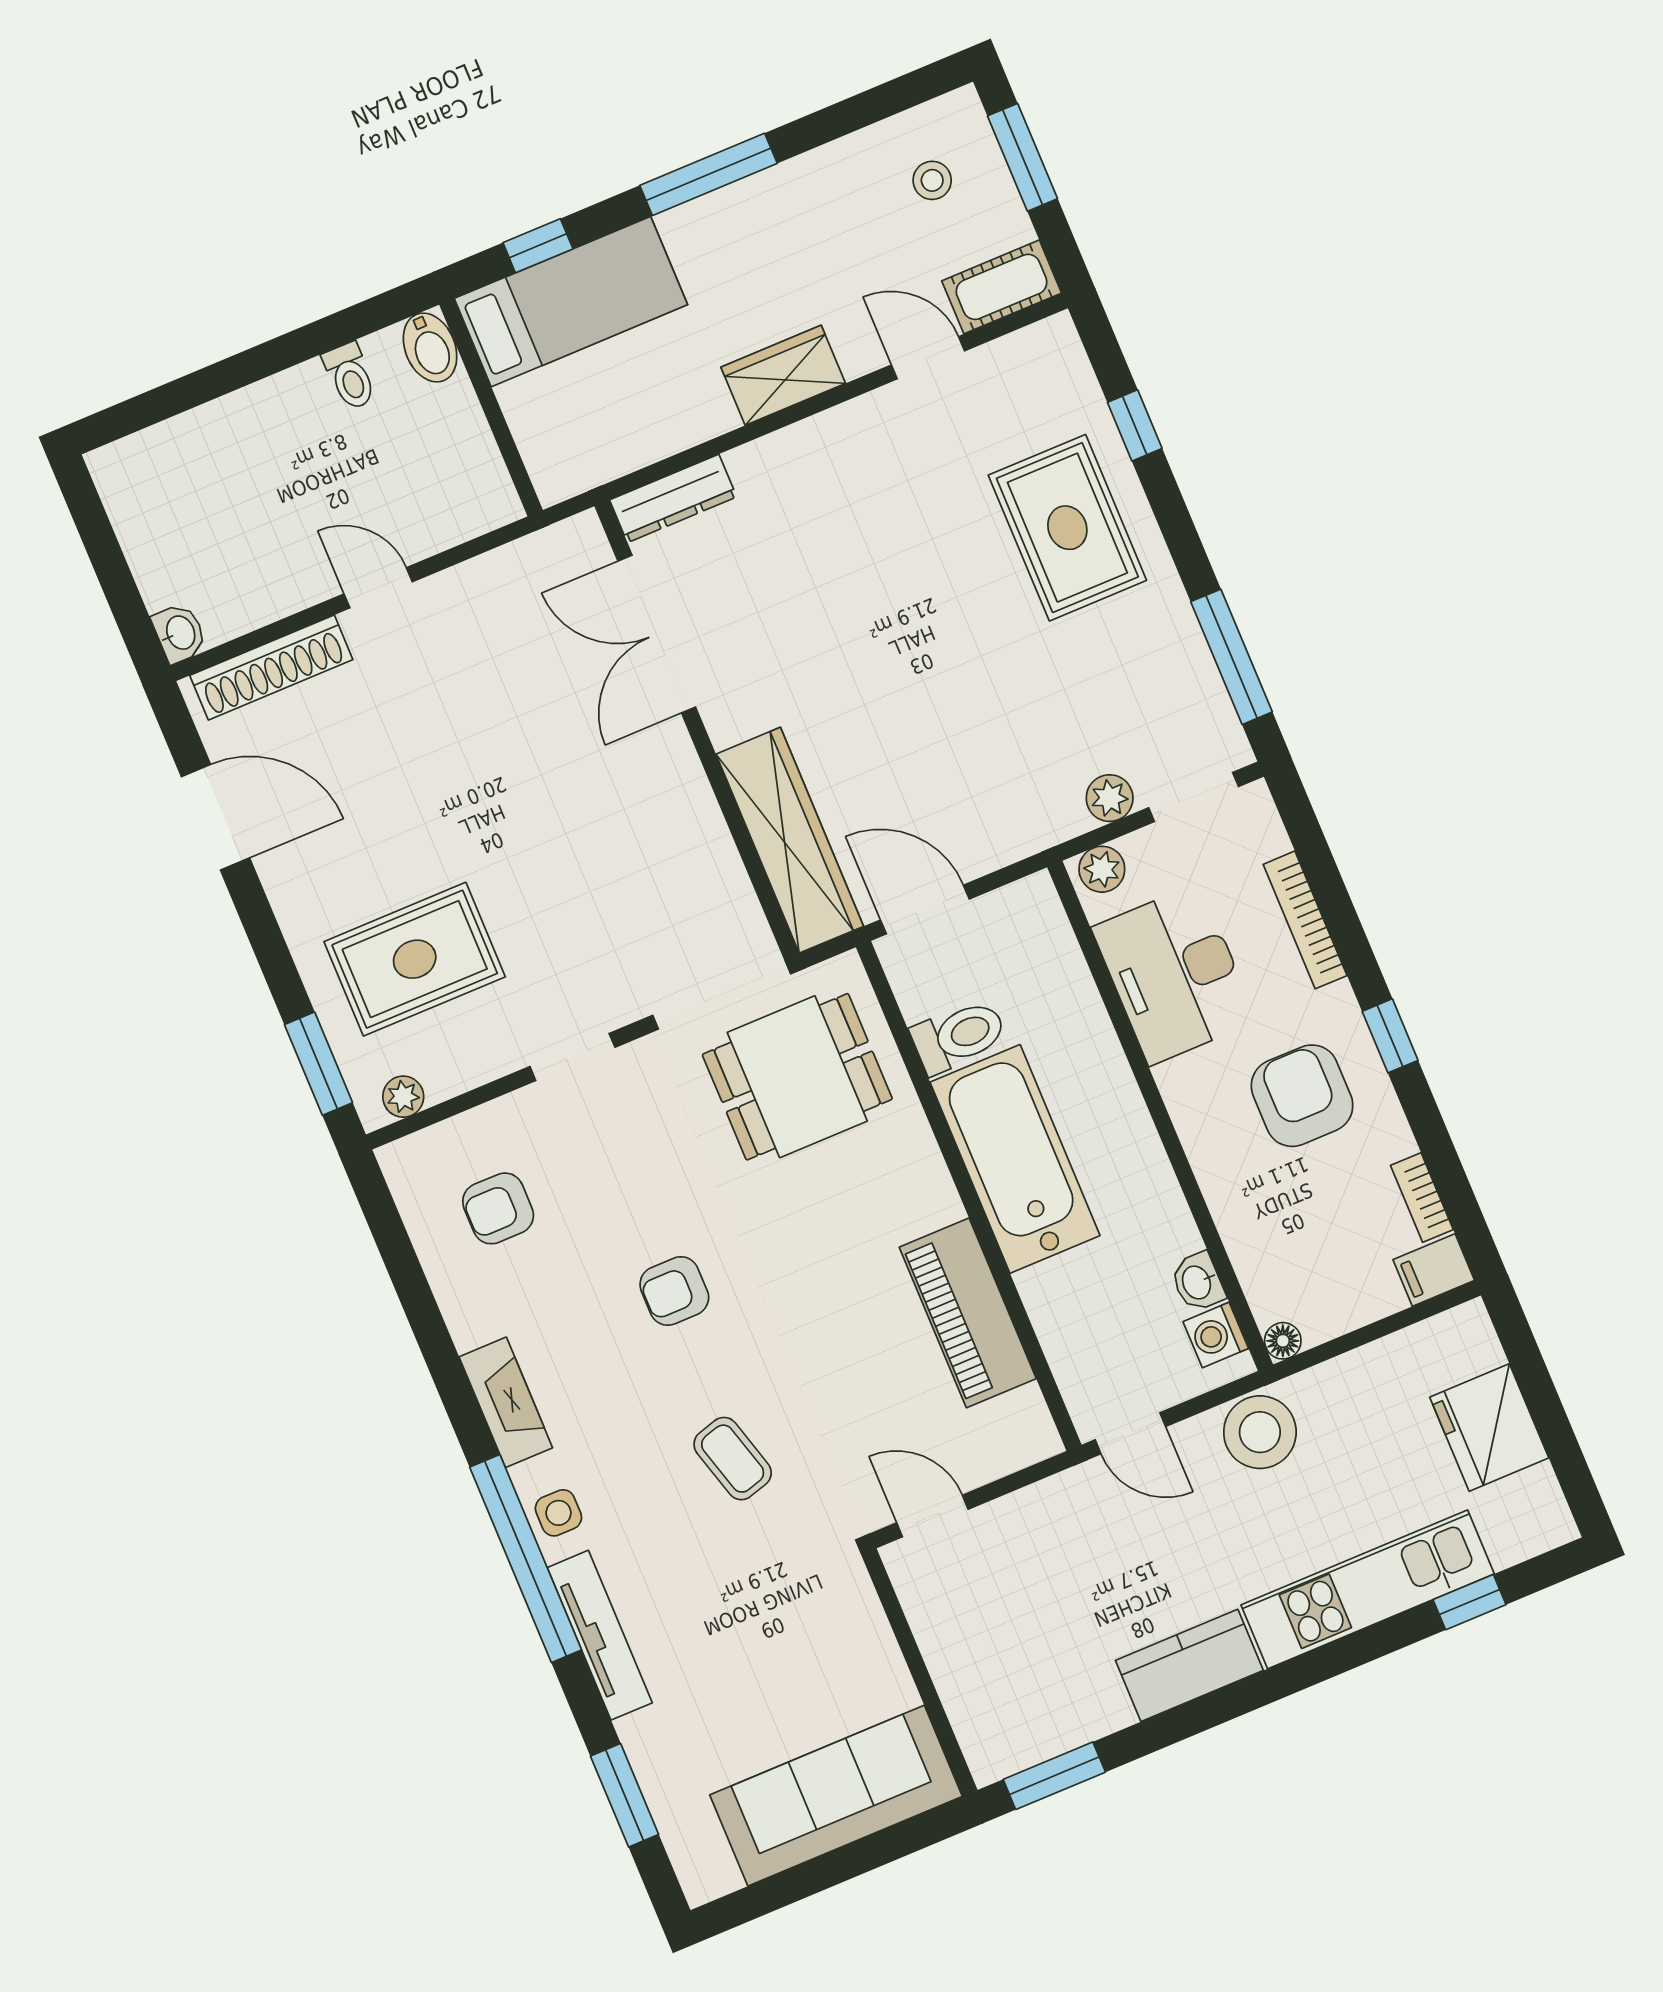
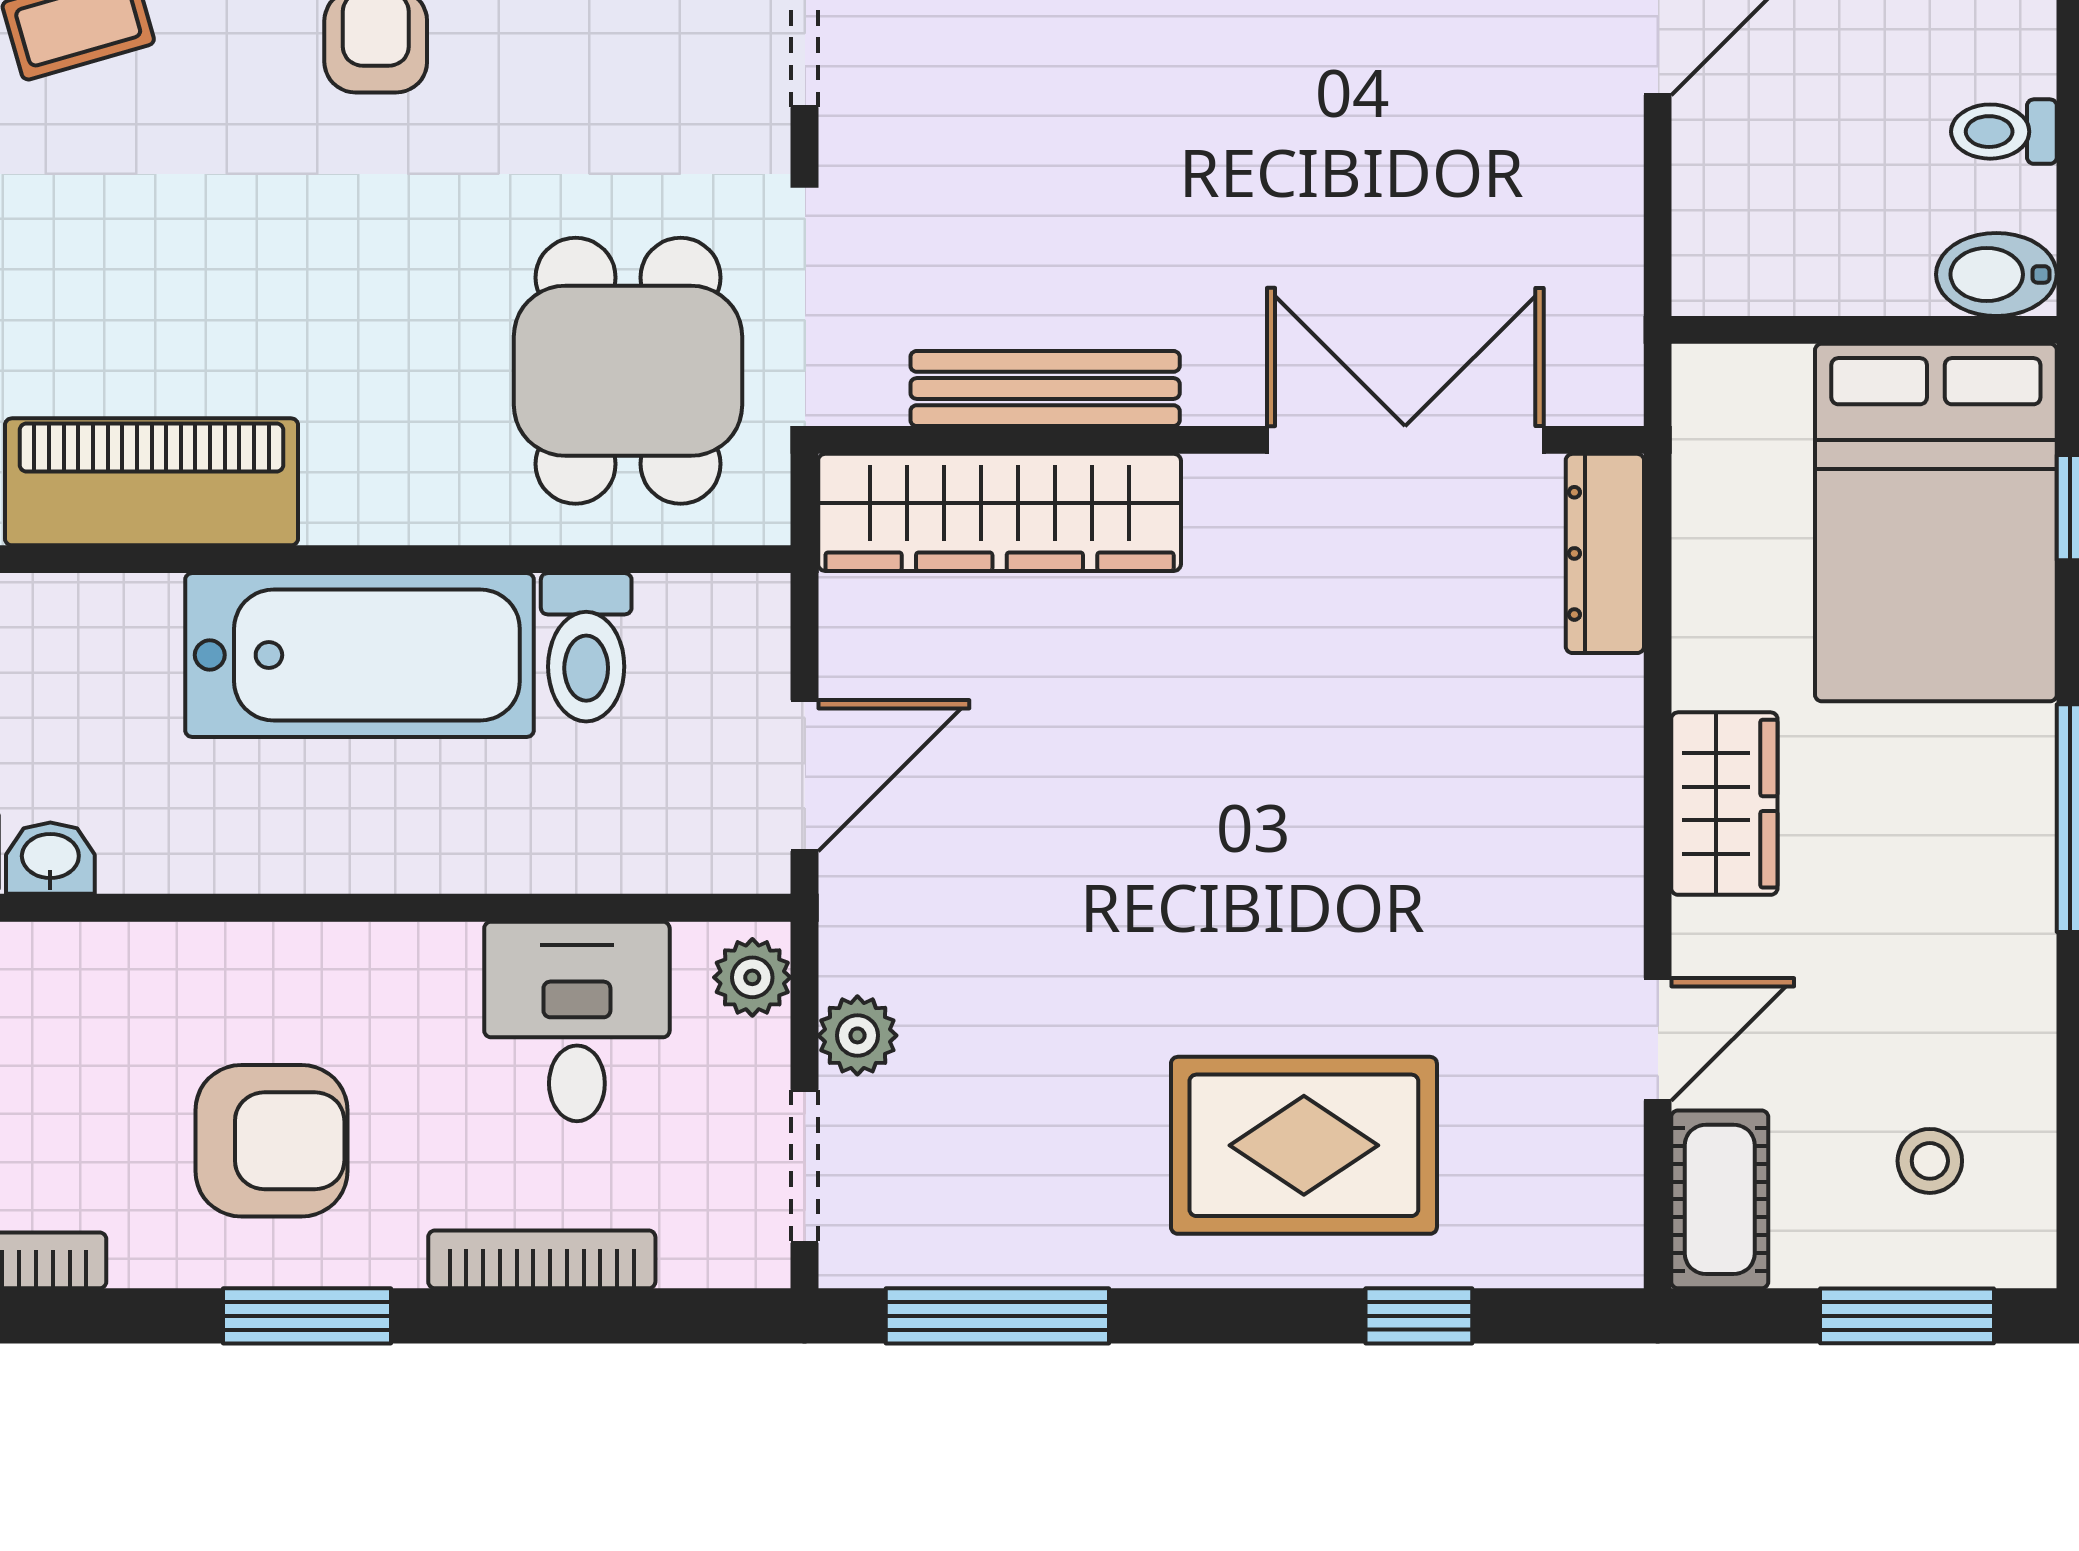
bed: (571, 302) -> (1936, 522), width x1.50
bench: (711, 844) -> (1045, 388), added
door: (925, 910) -> (805, 776), moved
desk: (1174, 974) -> (577, 1021), width x0.73
window: (1390, 1036) -> (307, 1316), width x1.50

